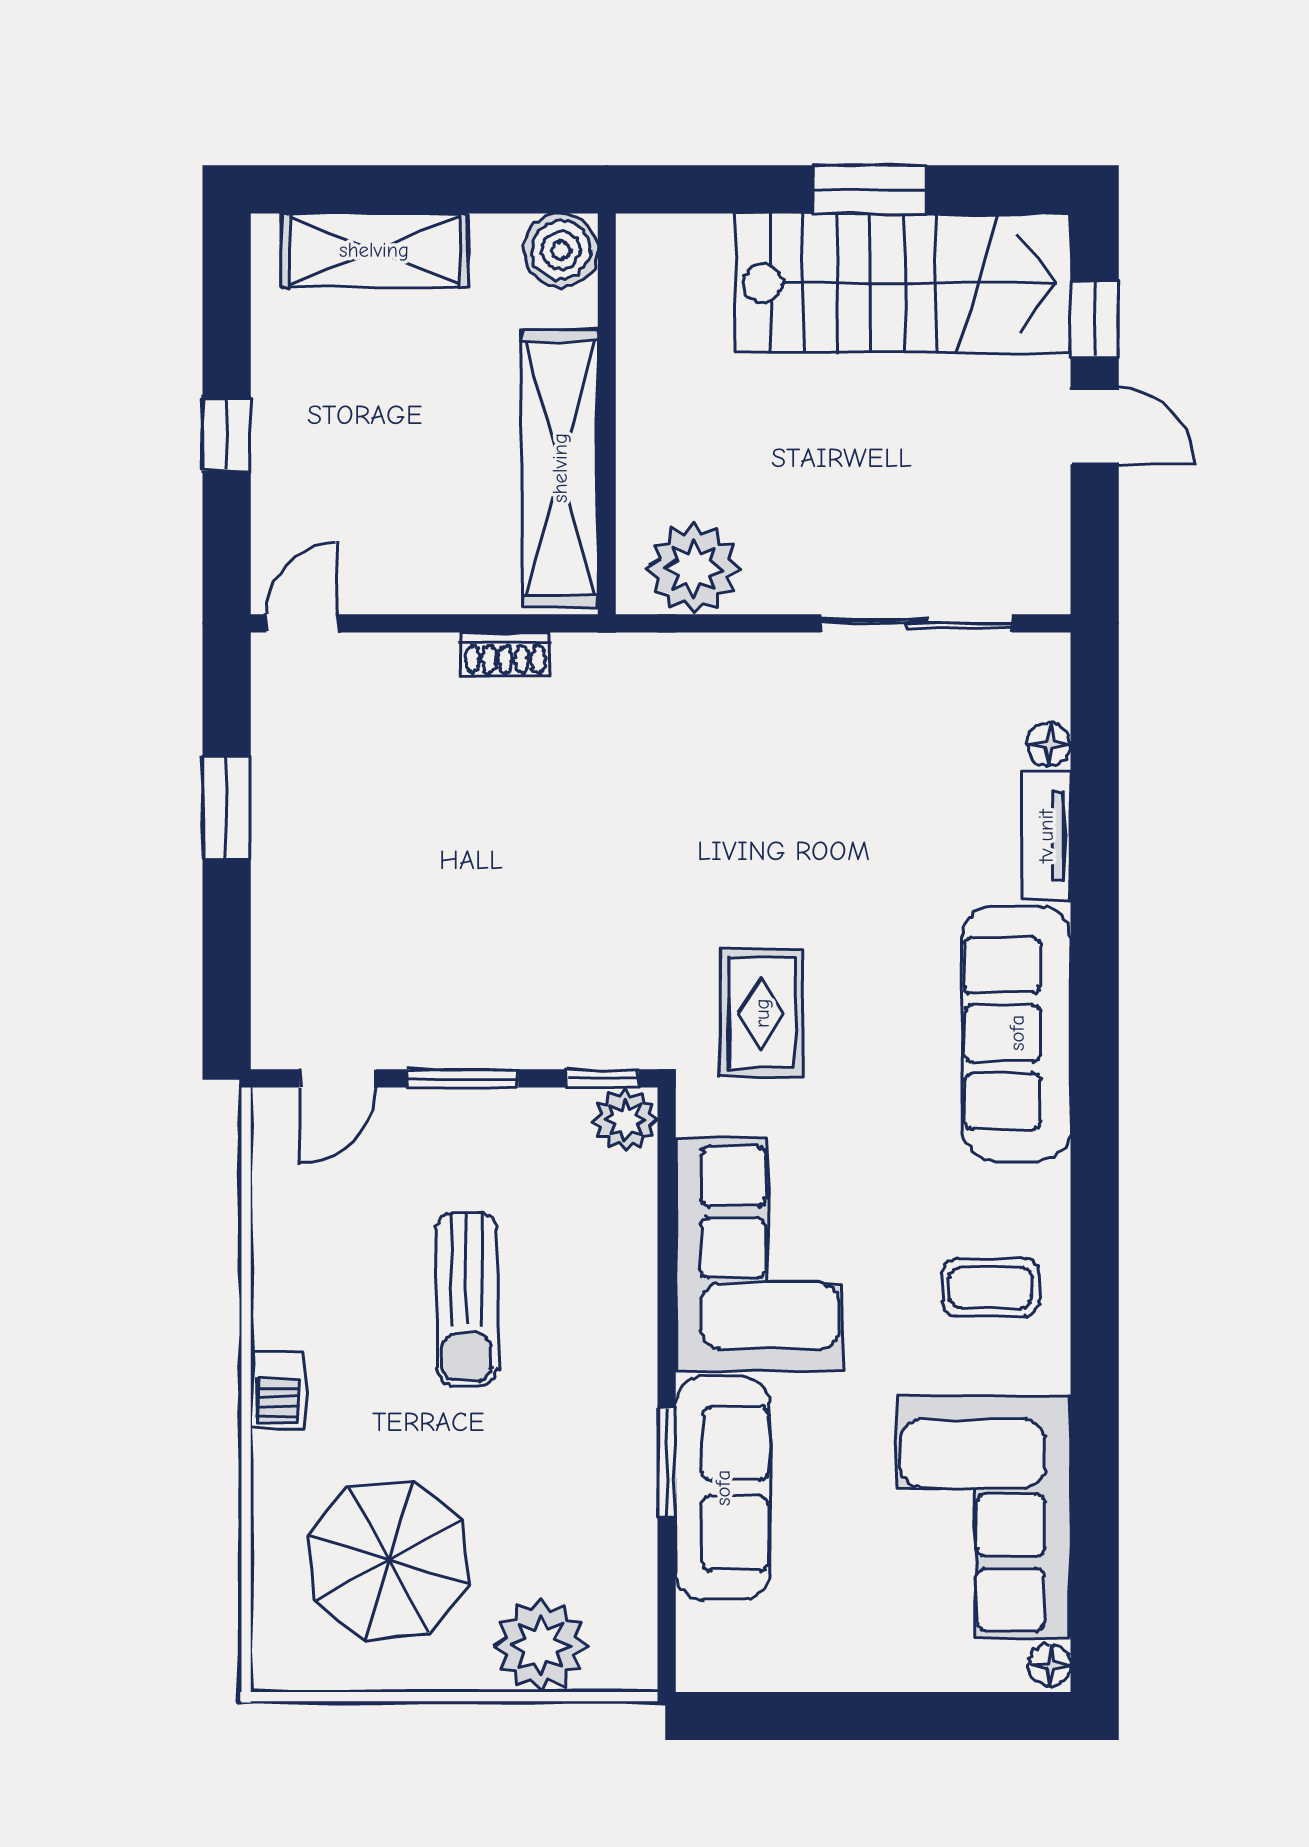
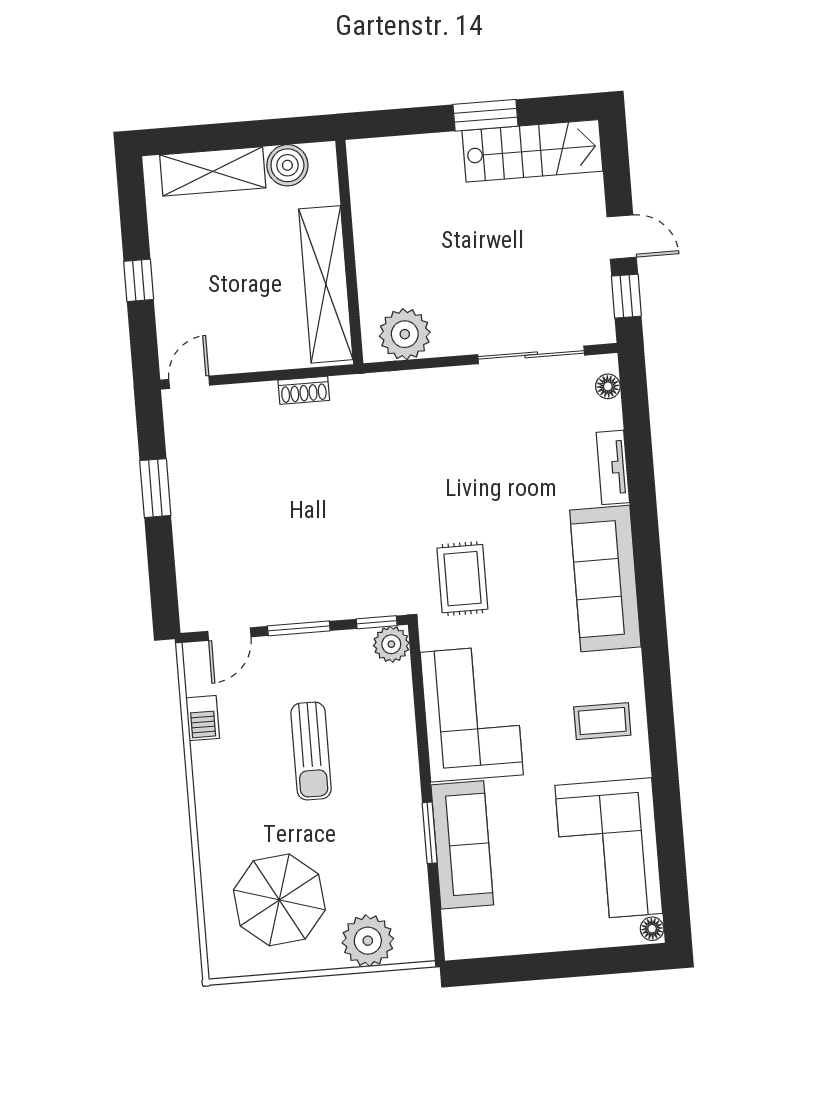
boiler: (561, 250) -> (287, 165), moved
stairs: (903, 283) -> (532, 151), width x0.73, depth x0.66
window: (1095, 320) -> (626, 296), moved
floor lamp: (1049, 744) -> (608, 386), moved
barbecue: (278, 1390) -> (203, 718), moved

